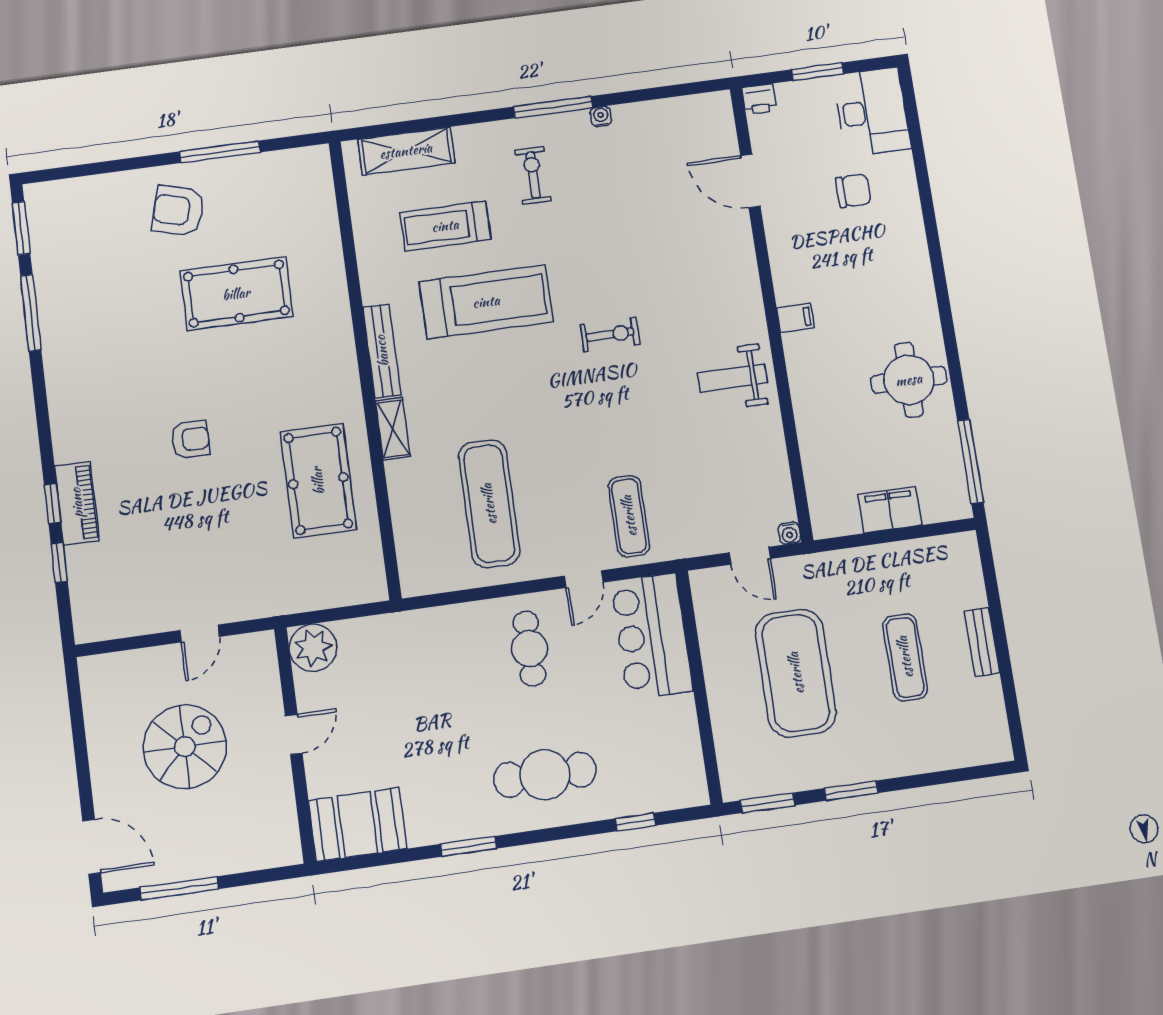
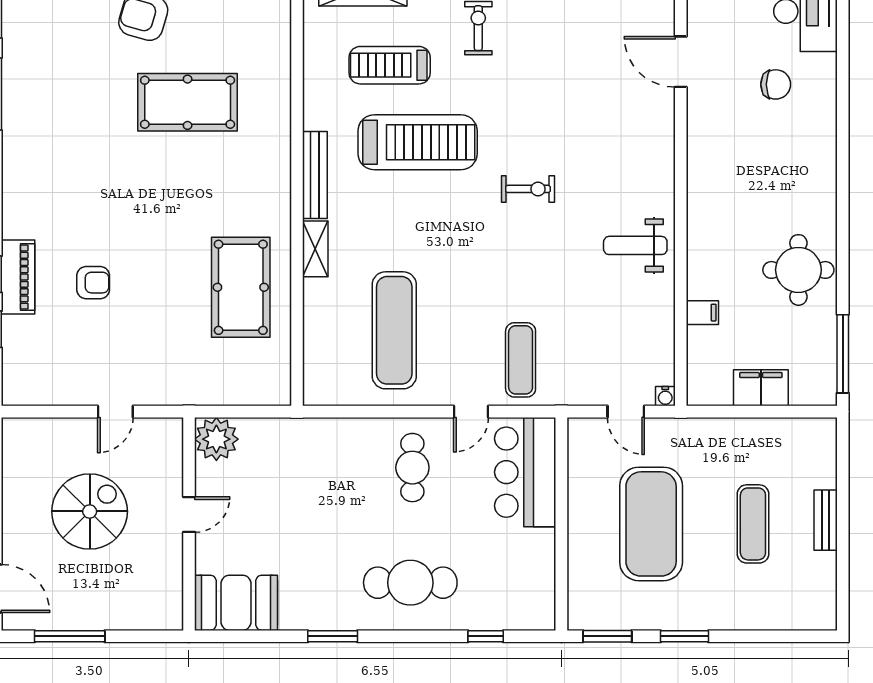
filing cabinet: (795, 318) -> (702, 313), moved
armchair: (190, 439) -> (93, 283), moved

